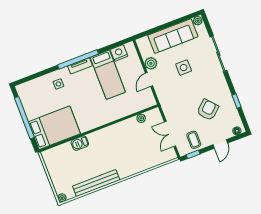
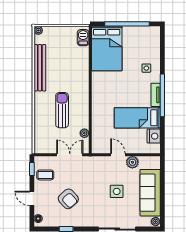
double door: (170, 134) -> (70, 155), moved
barbecue: (80, 143) -> (83, 38), moved
sun lounger: (128, 147) -> (62, 110), added

